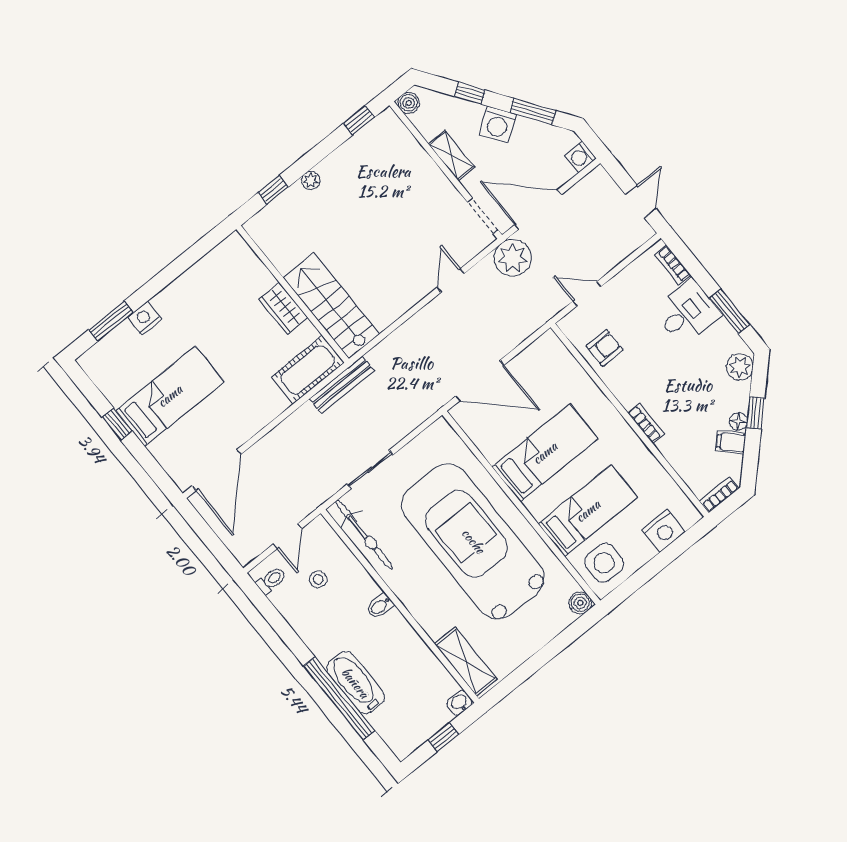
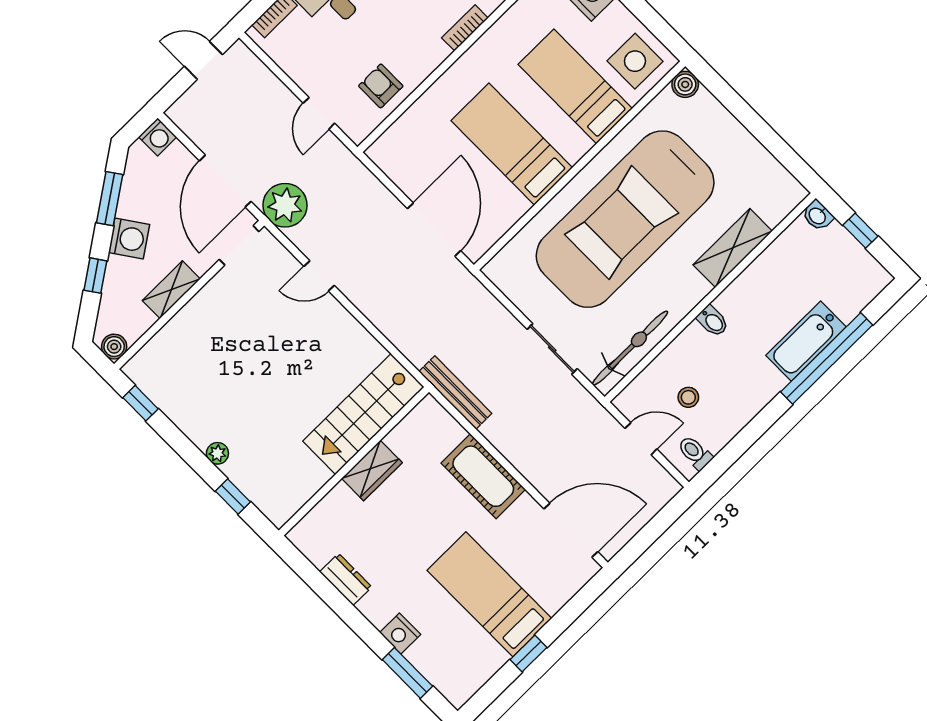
dresser: (194, 277) -> (346, 579), added
cot: (308, 370) -> (483, 476), moved
shelving: (466, 662) -> (733, 248), moved

